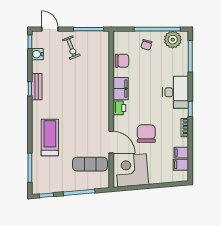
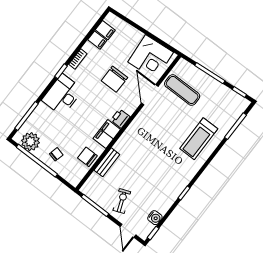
bench: (37, 87) -> (107, 162), moved

